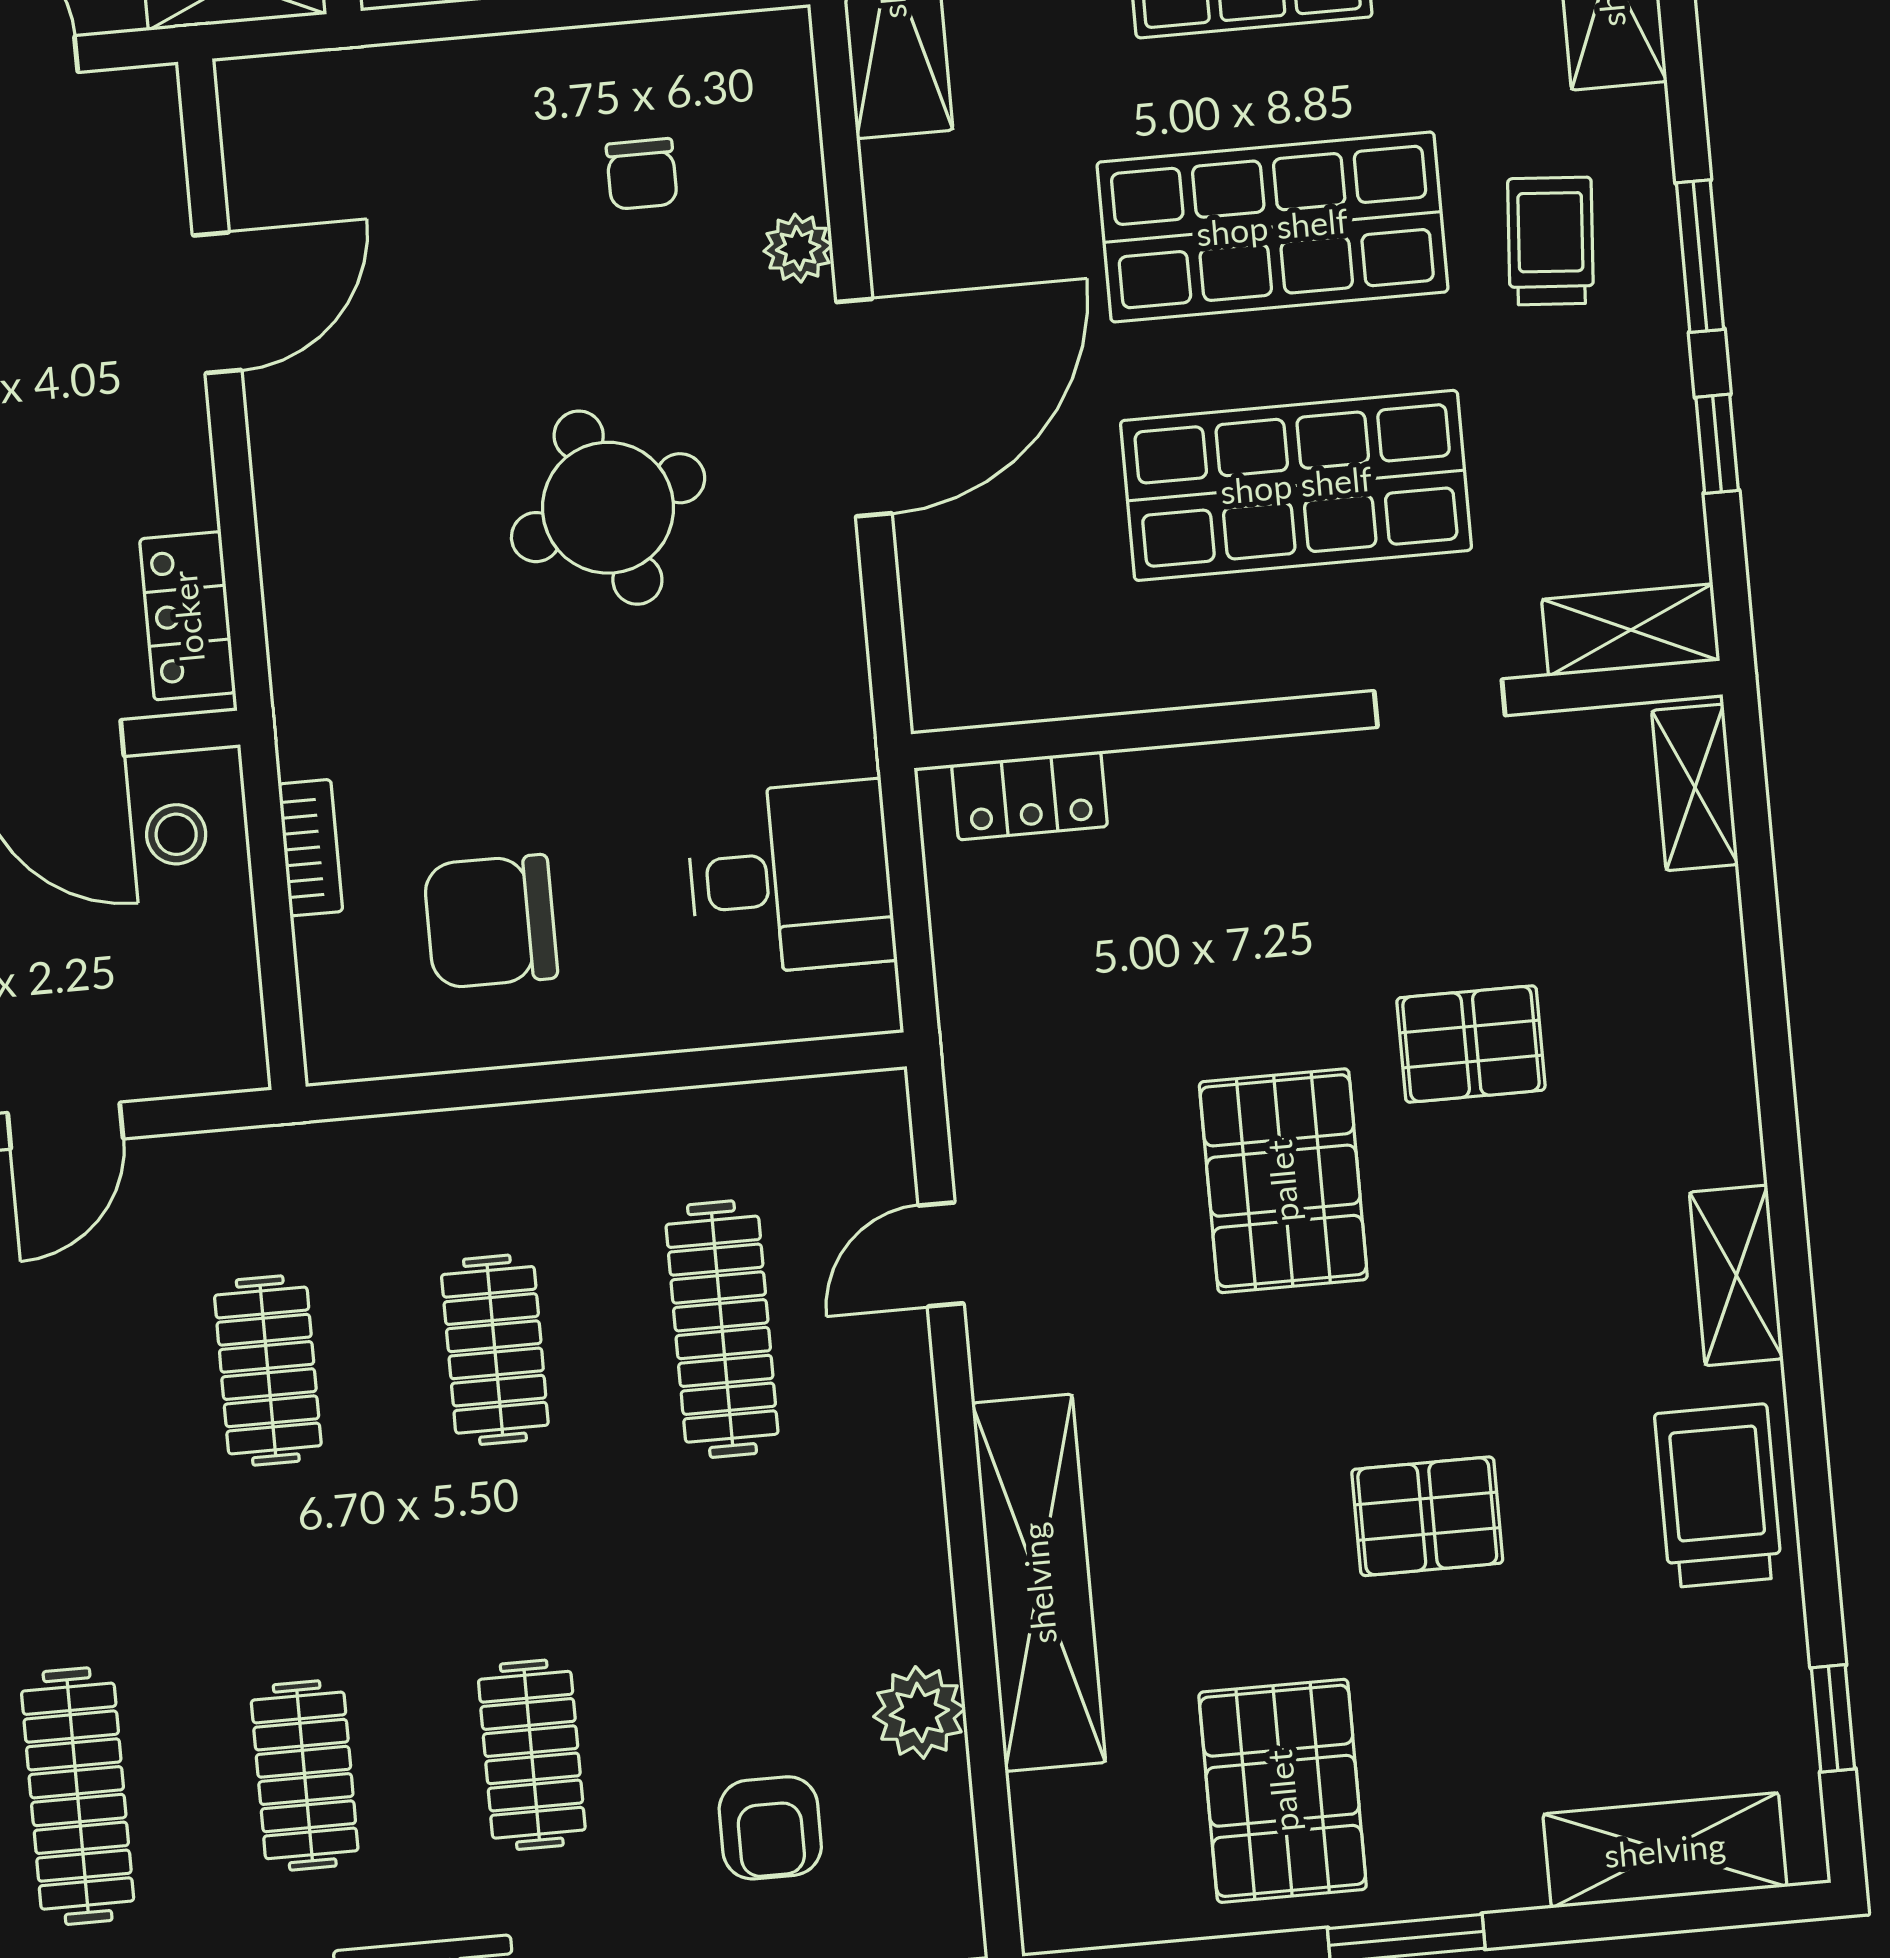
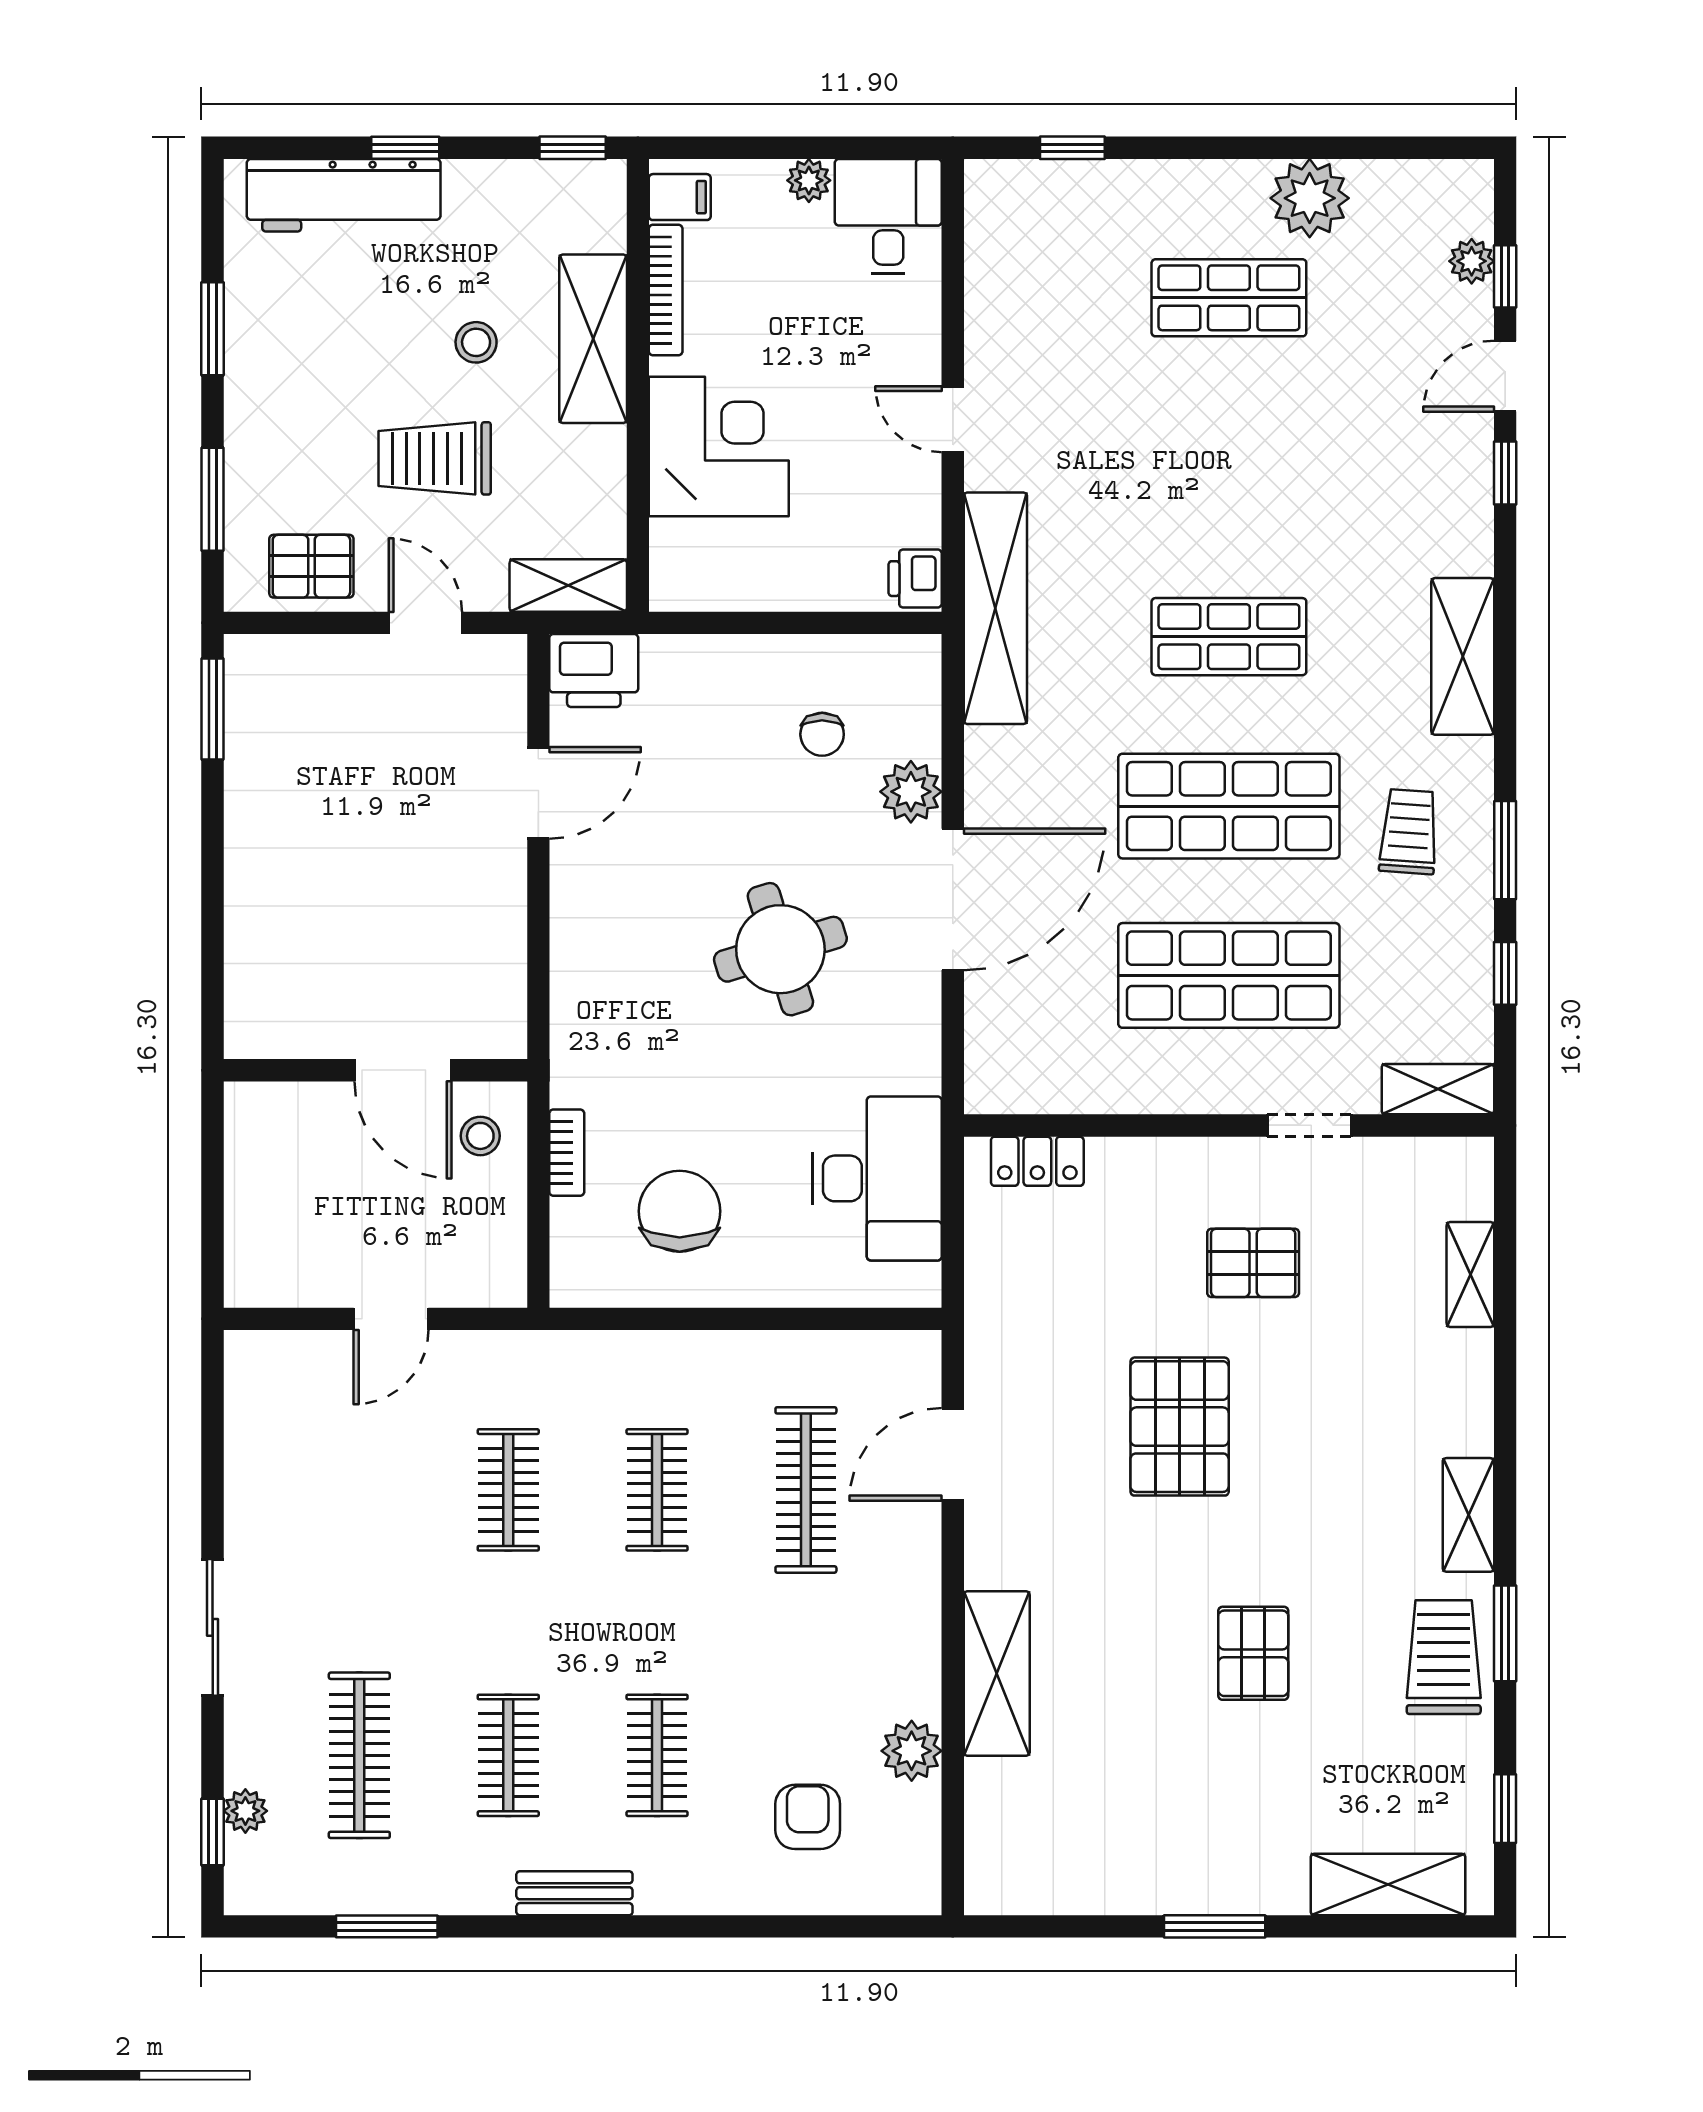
printer: (285, 108) -> (594, 670), added
plant: (798, 248) -> (911, 792), width x1.38, depth x1.38
locker: (188, 616) -> (501, 995), removed
shelving: (1695, 787) -> (1470, 1275), moved
desk: (791, 878) -> (877, 1178), width x1.37
chair: (491, 921) -> (680, 1211), turned 90
pallet: (1471, 1044) -> (1253, 1263), moved
door: (941, 1254) -> (953, 1454), width x1.38
window: (1809, 1451) -> (1505, 1633), added
pallet: (1427, 1516) -> (1253, 1653), turned 90
shelving: (1039, 1583) -> (997, 1674), width x0.68
pallet: (1283, 1791) -> (1143, 1823), removed
armchair: (770, 1828) -> (808, 1817), turned 180

